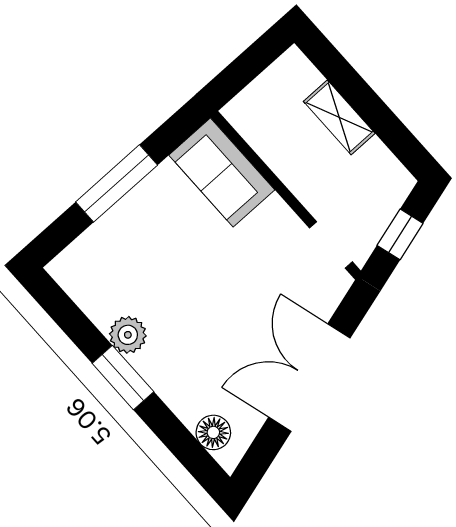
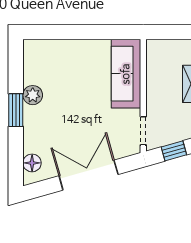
sofa: (222, 172) -> (126, 74), width x1.36
window: (117, 183) -> (81, 32), removed

